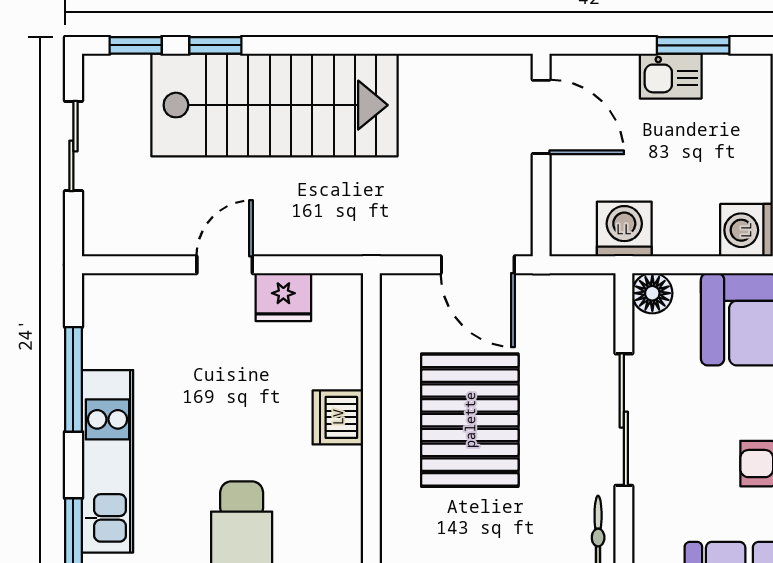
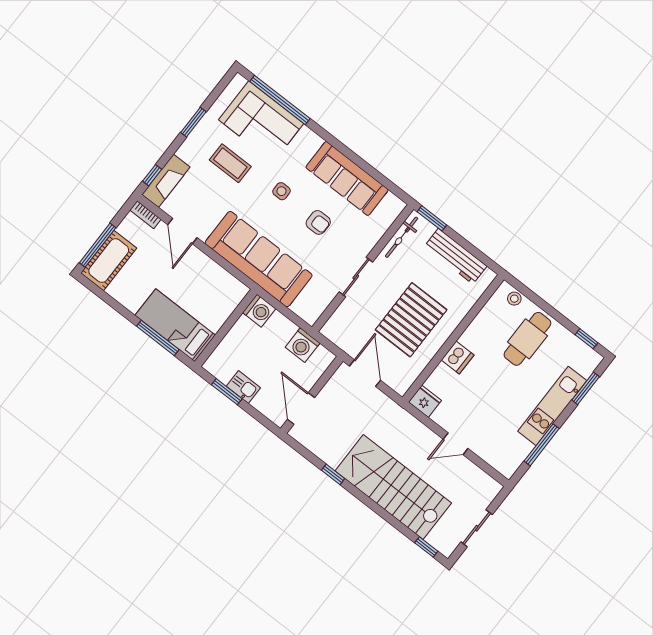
window: (215, 45) -> (333, 474), moved
floor lamp: (652, 293) -> (310, 314), removed
fridge: (283, 297) -> (425, 401), moved
sliding door: (624, 420) -> (356, 277), width x0.73

